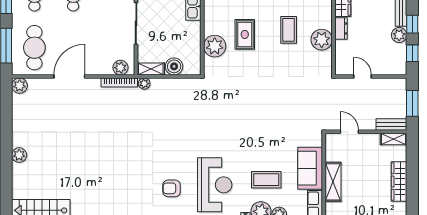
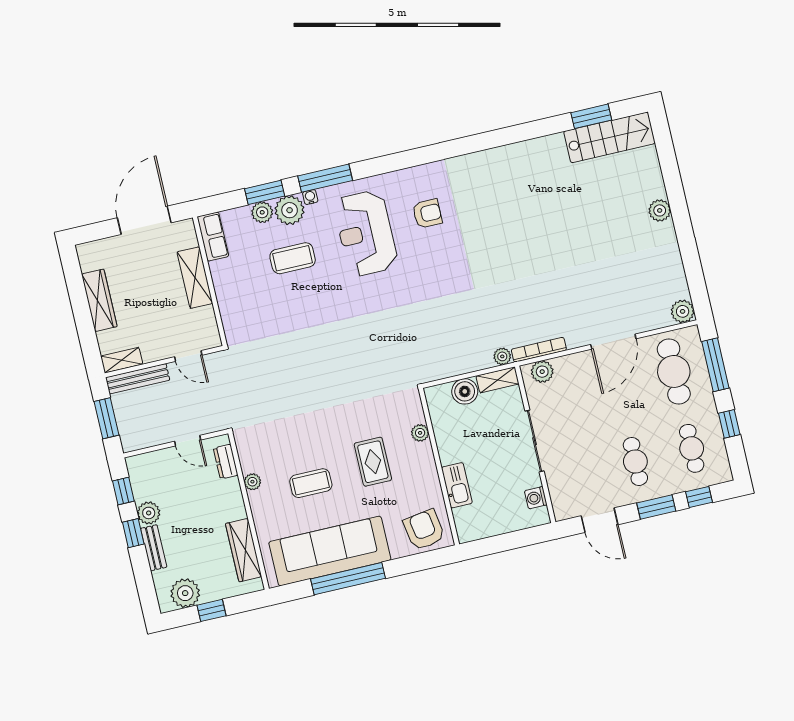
dresser: (341, 28) -> (226, 462), moved
coffee table: (289, 30) -> (311, 483), turned 90
plant: (322, 40) -> (252, 482), width x0.53, depth x0.53
plant: (215, 46) -> (420, 433), width x0.53, depth x0.53
bench: (391, 124) -> (138, 379), width x1.36
sofa: (310, 168) -> (233, 290), removed

